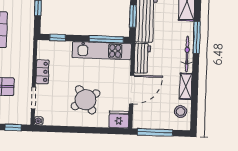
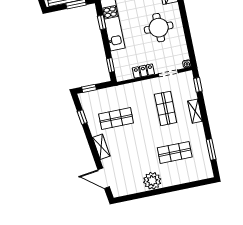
window: (106, 39) -> (102, 22), width x0.46
round table: (86, 100) -> (159, 28), turned 33

